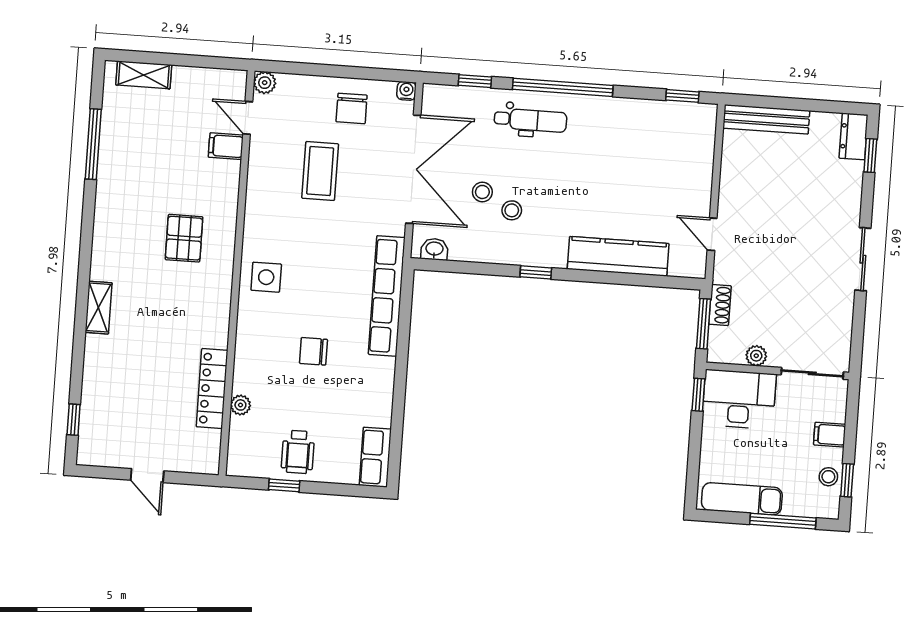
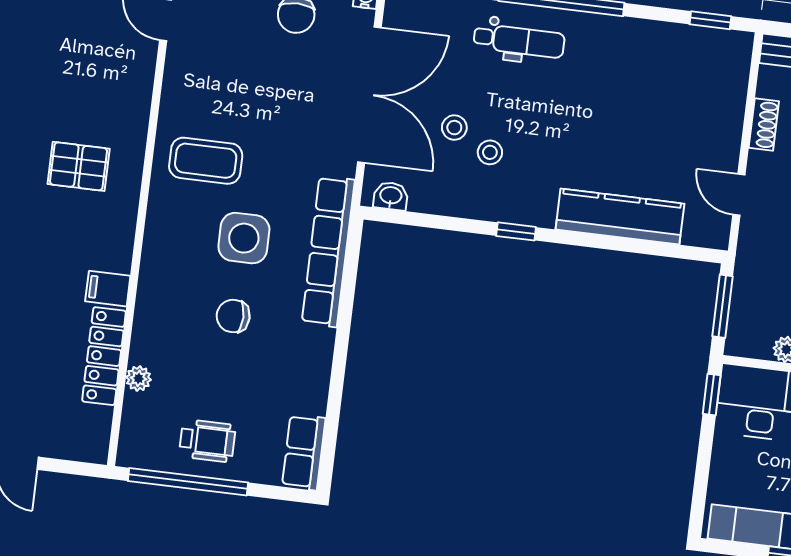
filing cabinet: (226, 146) -> (108, 289), moved
coffee table: (320, 171) -> (206, 161), moved, turned 90
pallet: (184, 238) -> (79, 166), turned 90
side table: (266, 277) -> (244, 238), moved, width x1.37, depth x1.37
shoe rack: (720, 305) -> (764, 124), moved
wheelchair: (298, 452) -> (207, 441), turned -90
window: (284, 485) -> (188, 482), width x3.17

